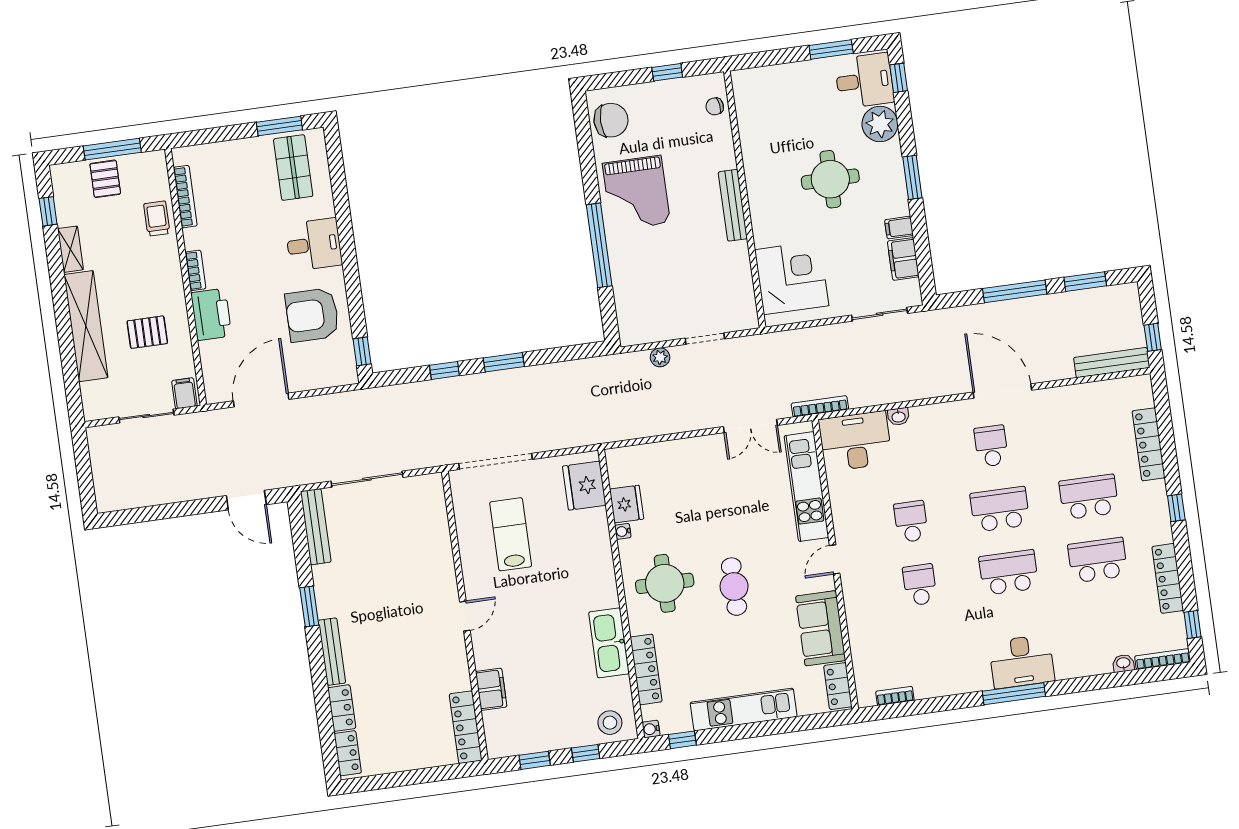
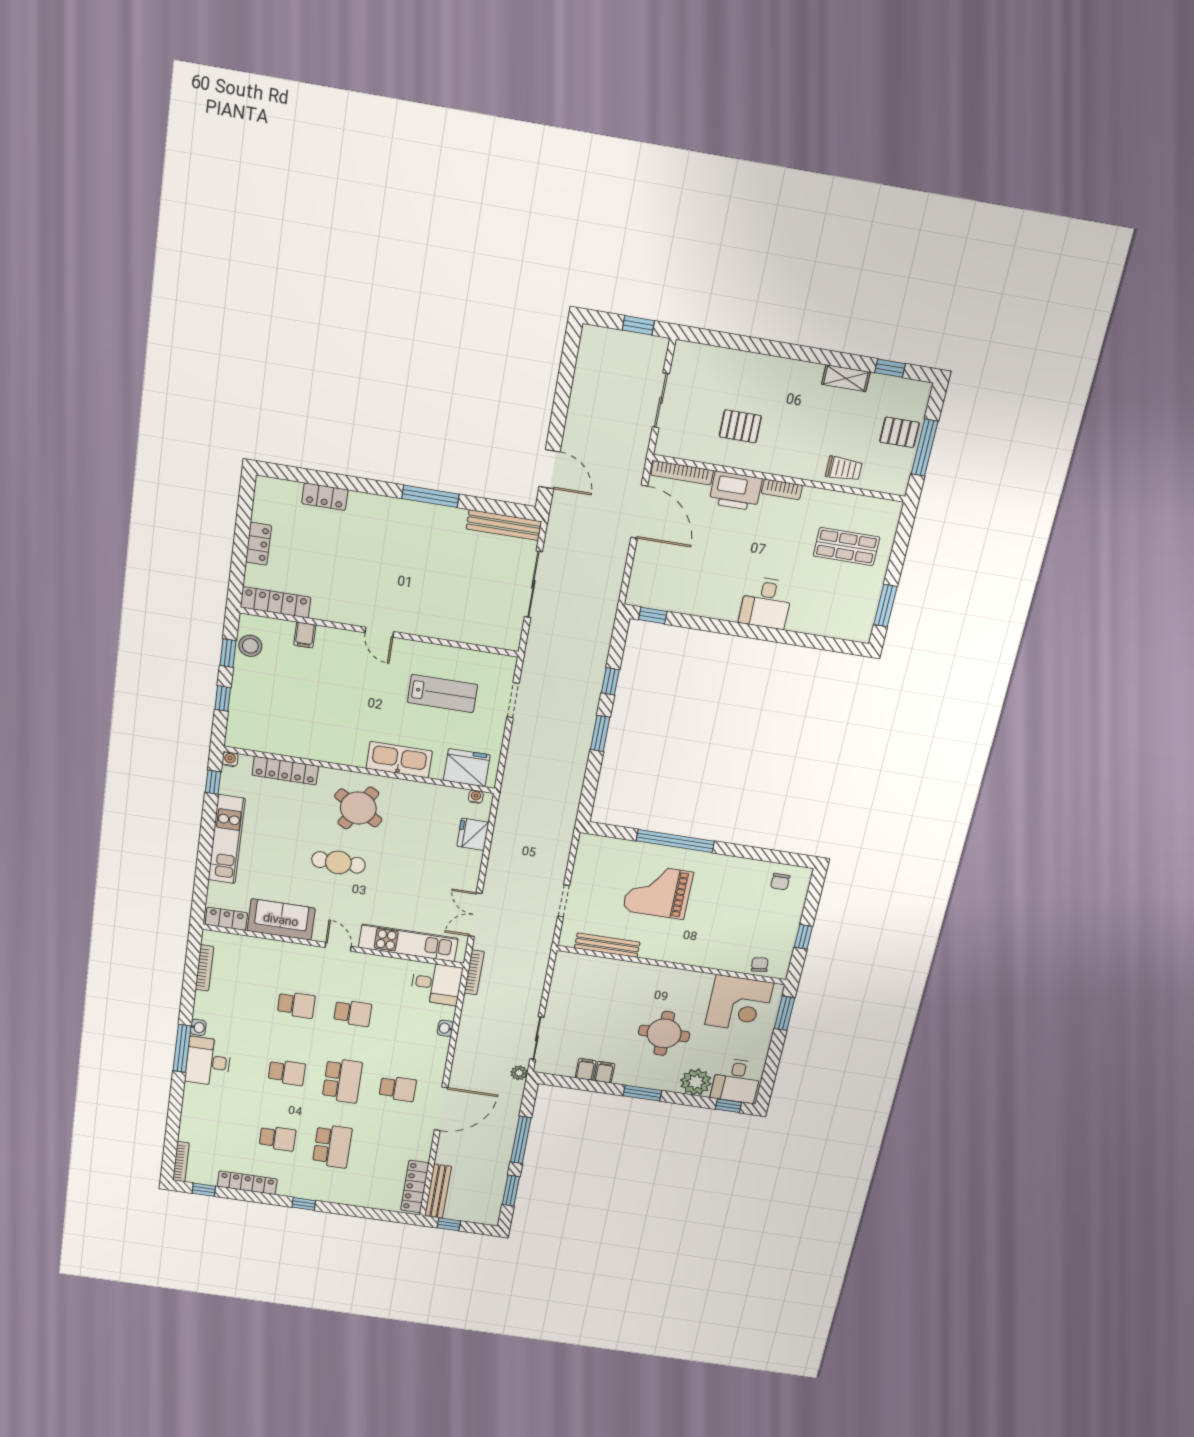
window: (831, 49) -> (784, 1013), moved
chair: (611, 120) -> (780, 882), width x0.54, depth x0.54
shop shelf: (293, 168) -> (846, 547), moved
grand piano: (636, 193) -> (658, 891), moved
bookcase: (185, 197) -> (682, 473), moved
bench: (733, 205) -> (607, 945), moved
filing cabinet: (903, 259) -> (586, 1069), width x0.50
corner desk: (792, 278) -> (739, 1004), moved
armchair: (312, 315) -> (702, 582), removed
shelving: (86, 326) -> (767, 370), removed
pallet: (147, 332) -> (740, 426), turned 90
plant: (660, 357) -> (519, 1073), moved
filing cabinet: (184, 393) -> (670, 443), removed
desk: (855, 441) -> (436, 983), width x0.73
locker: (1149, 444) -> (415, 1187), moved, turned -90
window: (83, 461) -> (638, 325), added
doorway: (495, 461) -> (513, 700), width x0.53
door: (246, 500) -> (549, 469), swing flipped
fridge: (627, 504) -> (473, 834), moved, turned 90
water cooler: (623, 531) -> (476, 797), moved
school desk: (1098, 560) -> (278, 1138), width x0.54
school desk: (1009, 572) -> (287, 1073), width x0.54
round table: (665, 583) -> (358, 808), turned 31
window: (309, 606) -> (430, 496), width x1.44
kitchen sink: (609, 643) -> (399, 760), moved
bench: (332, 652) -> (381, 504), removed
washbasin: (1123, 663) -> (198, 1027), moved
filing cabinet: (491, 689) -> (305, 635), width x0.50
bookcase: (895, 696) -> (204, 968), width x1.56
stool: (610, 723) -> (250, 646), moved
locker: (348, 753) -> (259, 544), moved, turned -90

